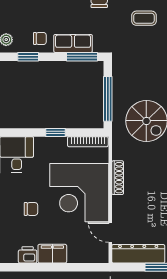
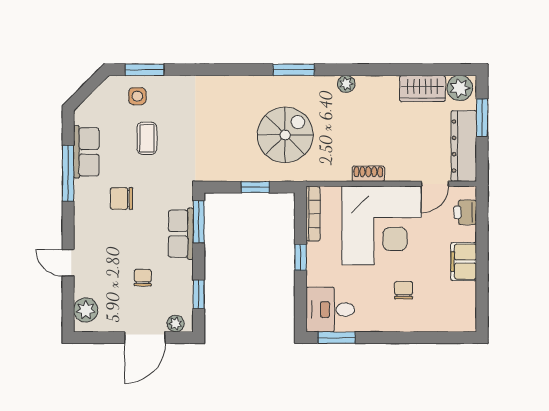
chair: (40, 38) -> (143, 278), moved
window: (108, 99) -> (255, 187), width x0.46
shoe rack: (118, 178) -> (368, 174), width x0.70
printer: (28, 255) -> (465, 212), moved

